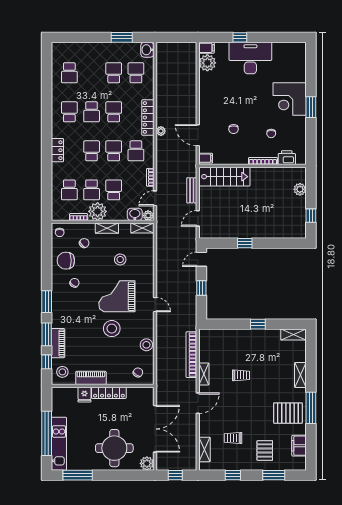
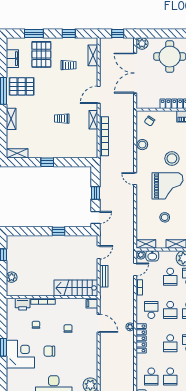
chair: (256, 103) -> (49, 351), added
pallet: (265, 451) -> (41, 54), width x1.50, depth x1.42

